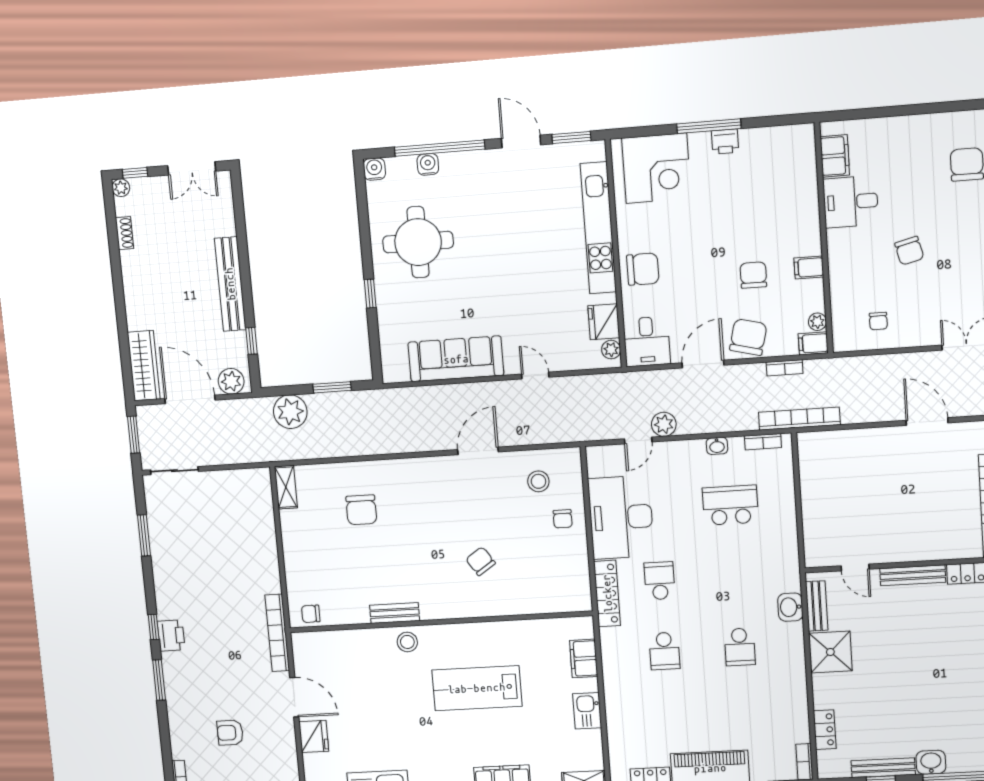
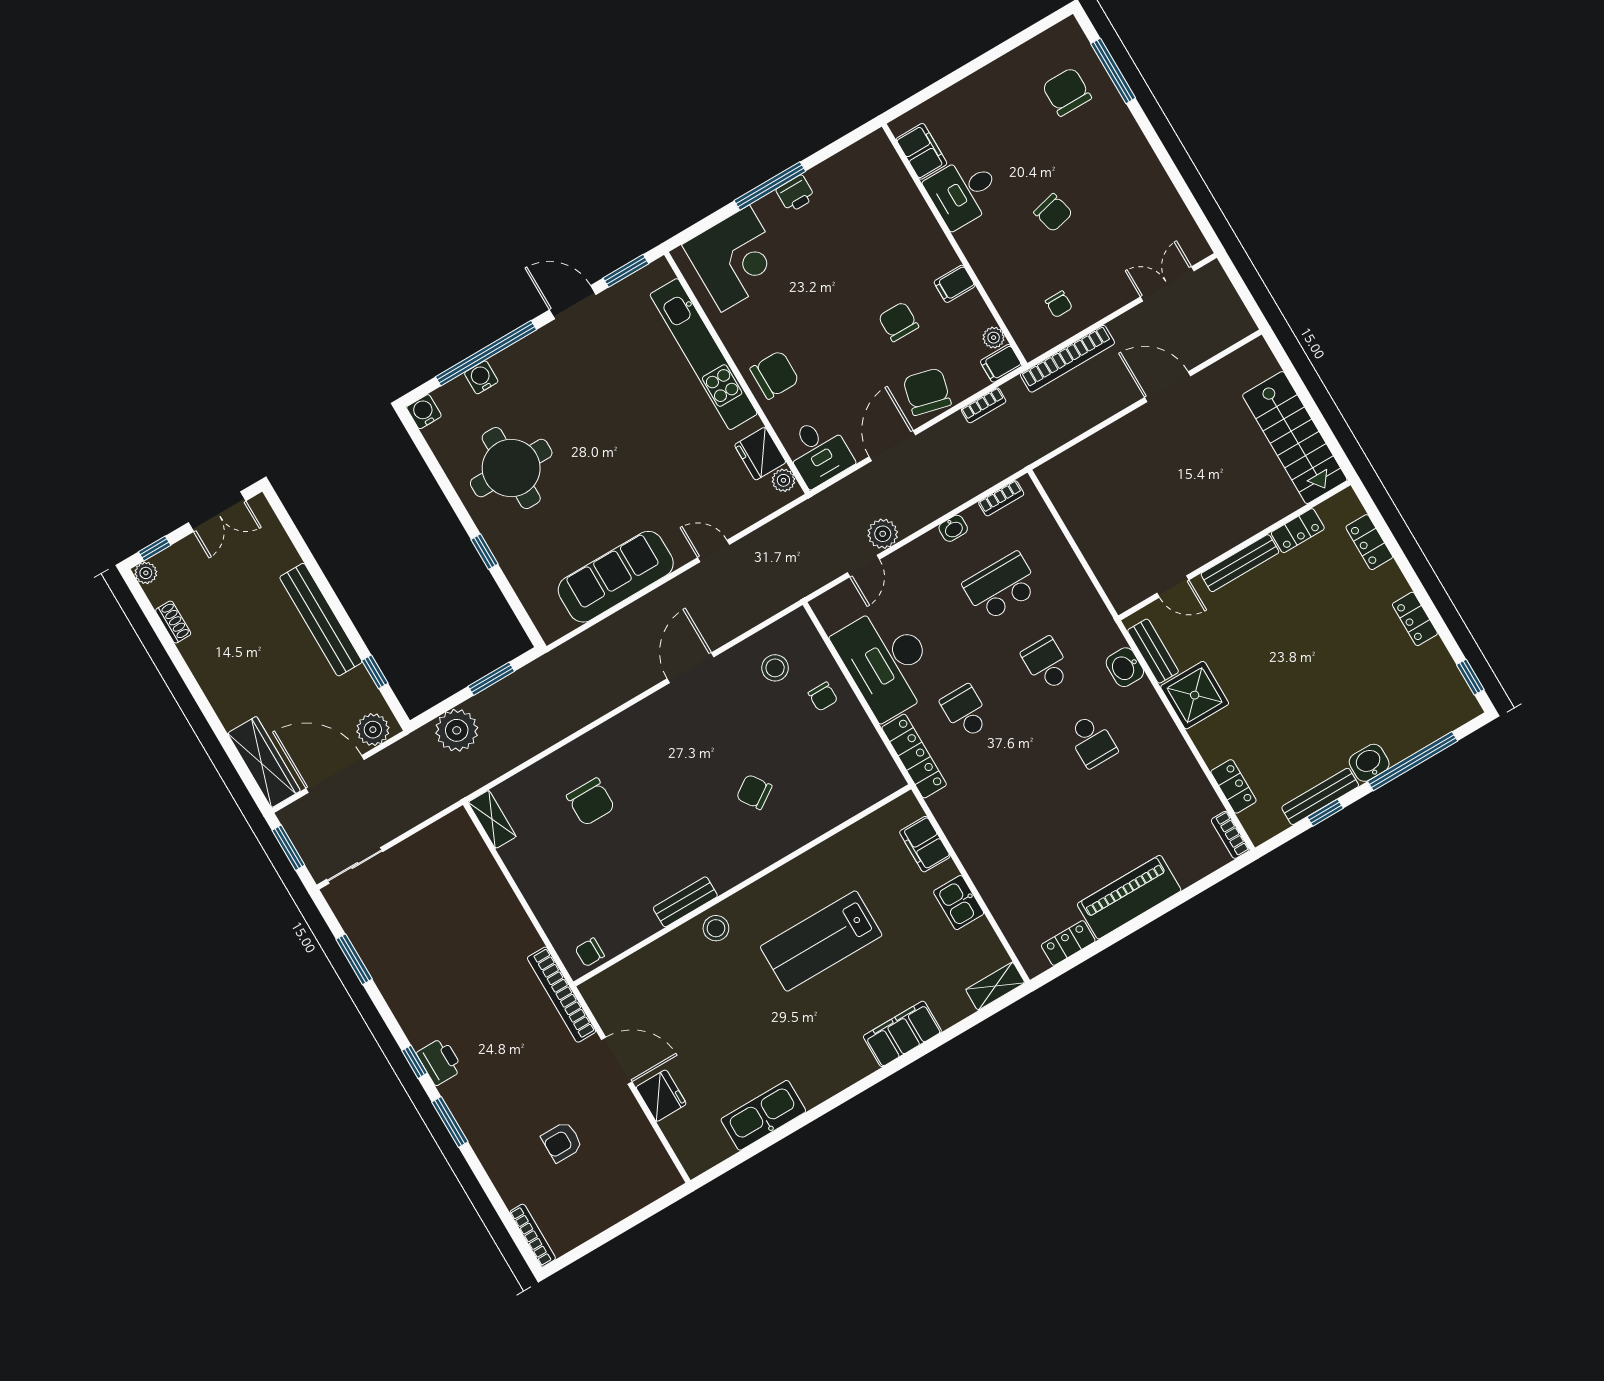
bookcase: (799, 419) -> (1067, 359), moved, turned 180
school desk: (665, 651) -> (1047, 664), moved, turned 180

